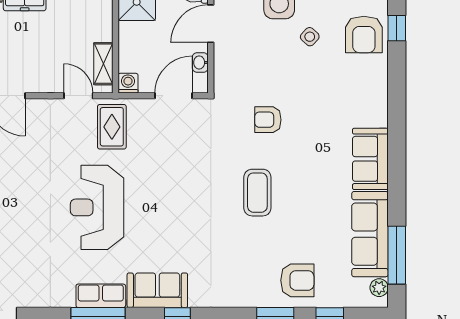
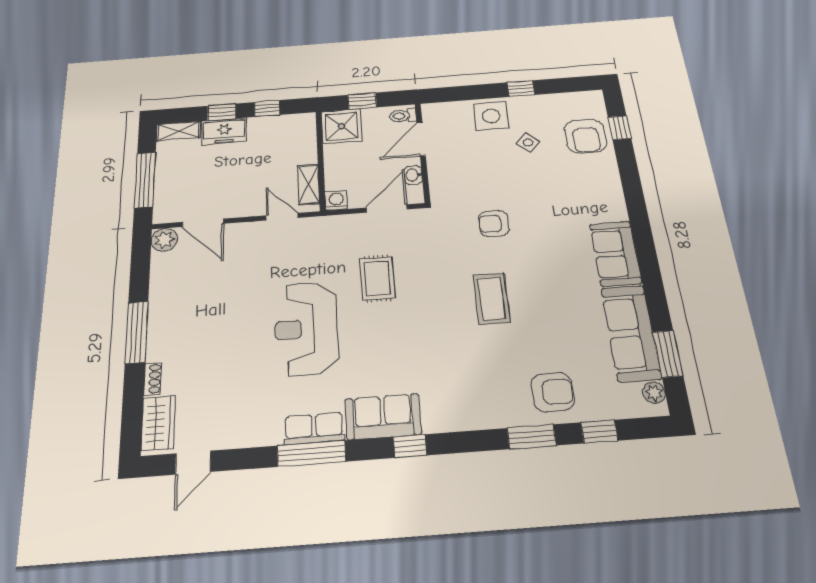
rug: (112, 127) -> (377, 278), moved
window: (397, 255) -> (668, 354), width x0.69

